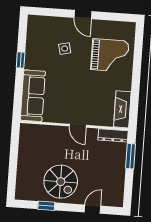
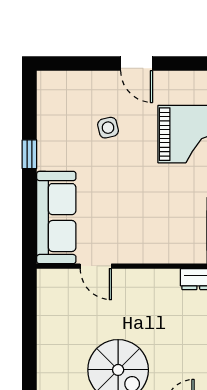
door: (78, 126) -> (96, 266), moved

